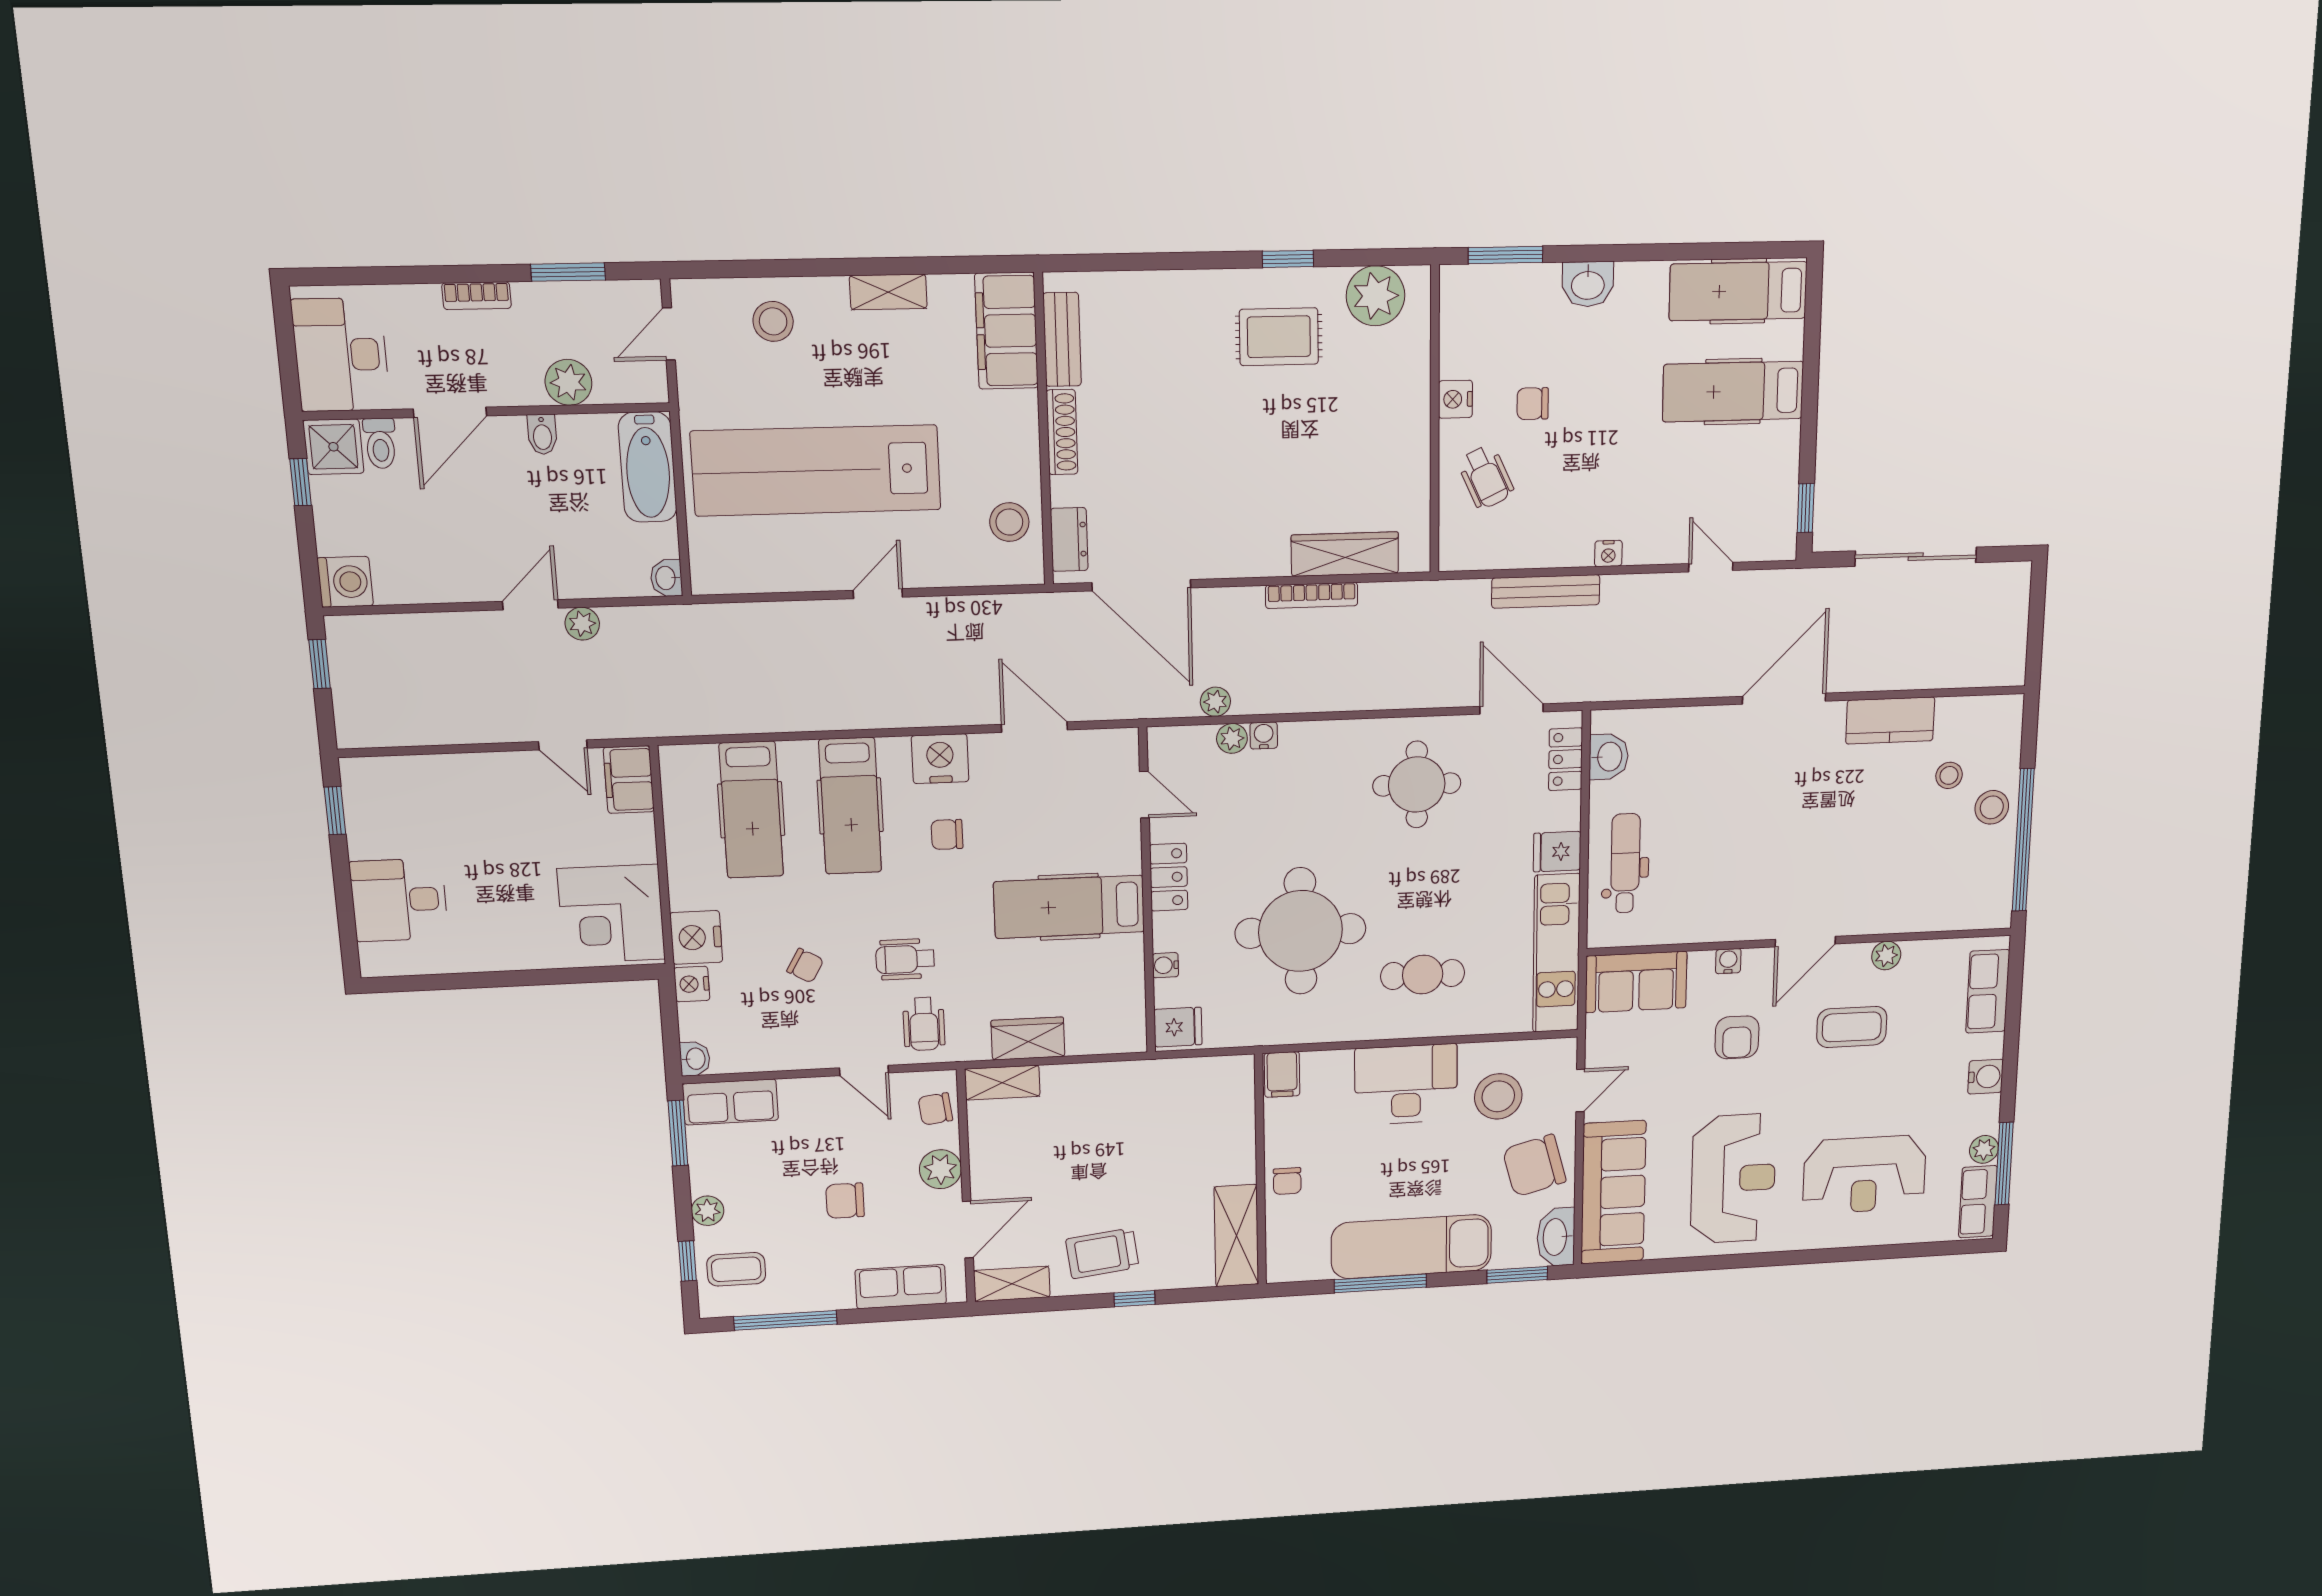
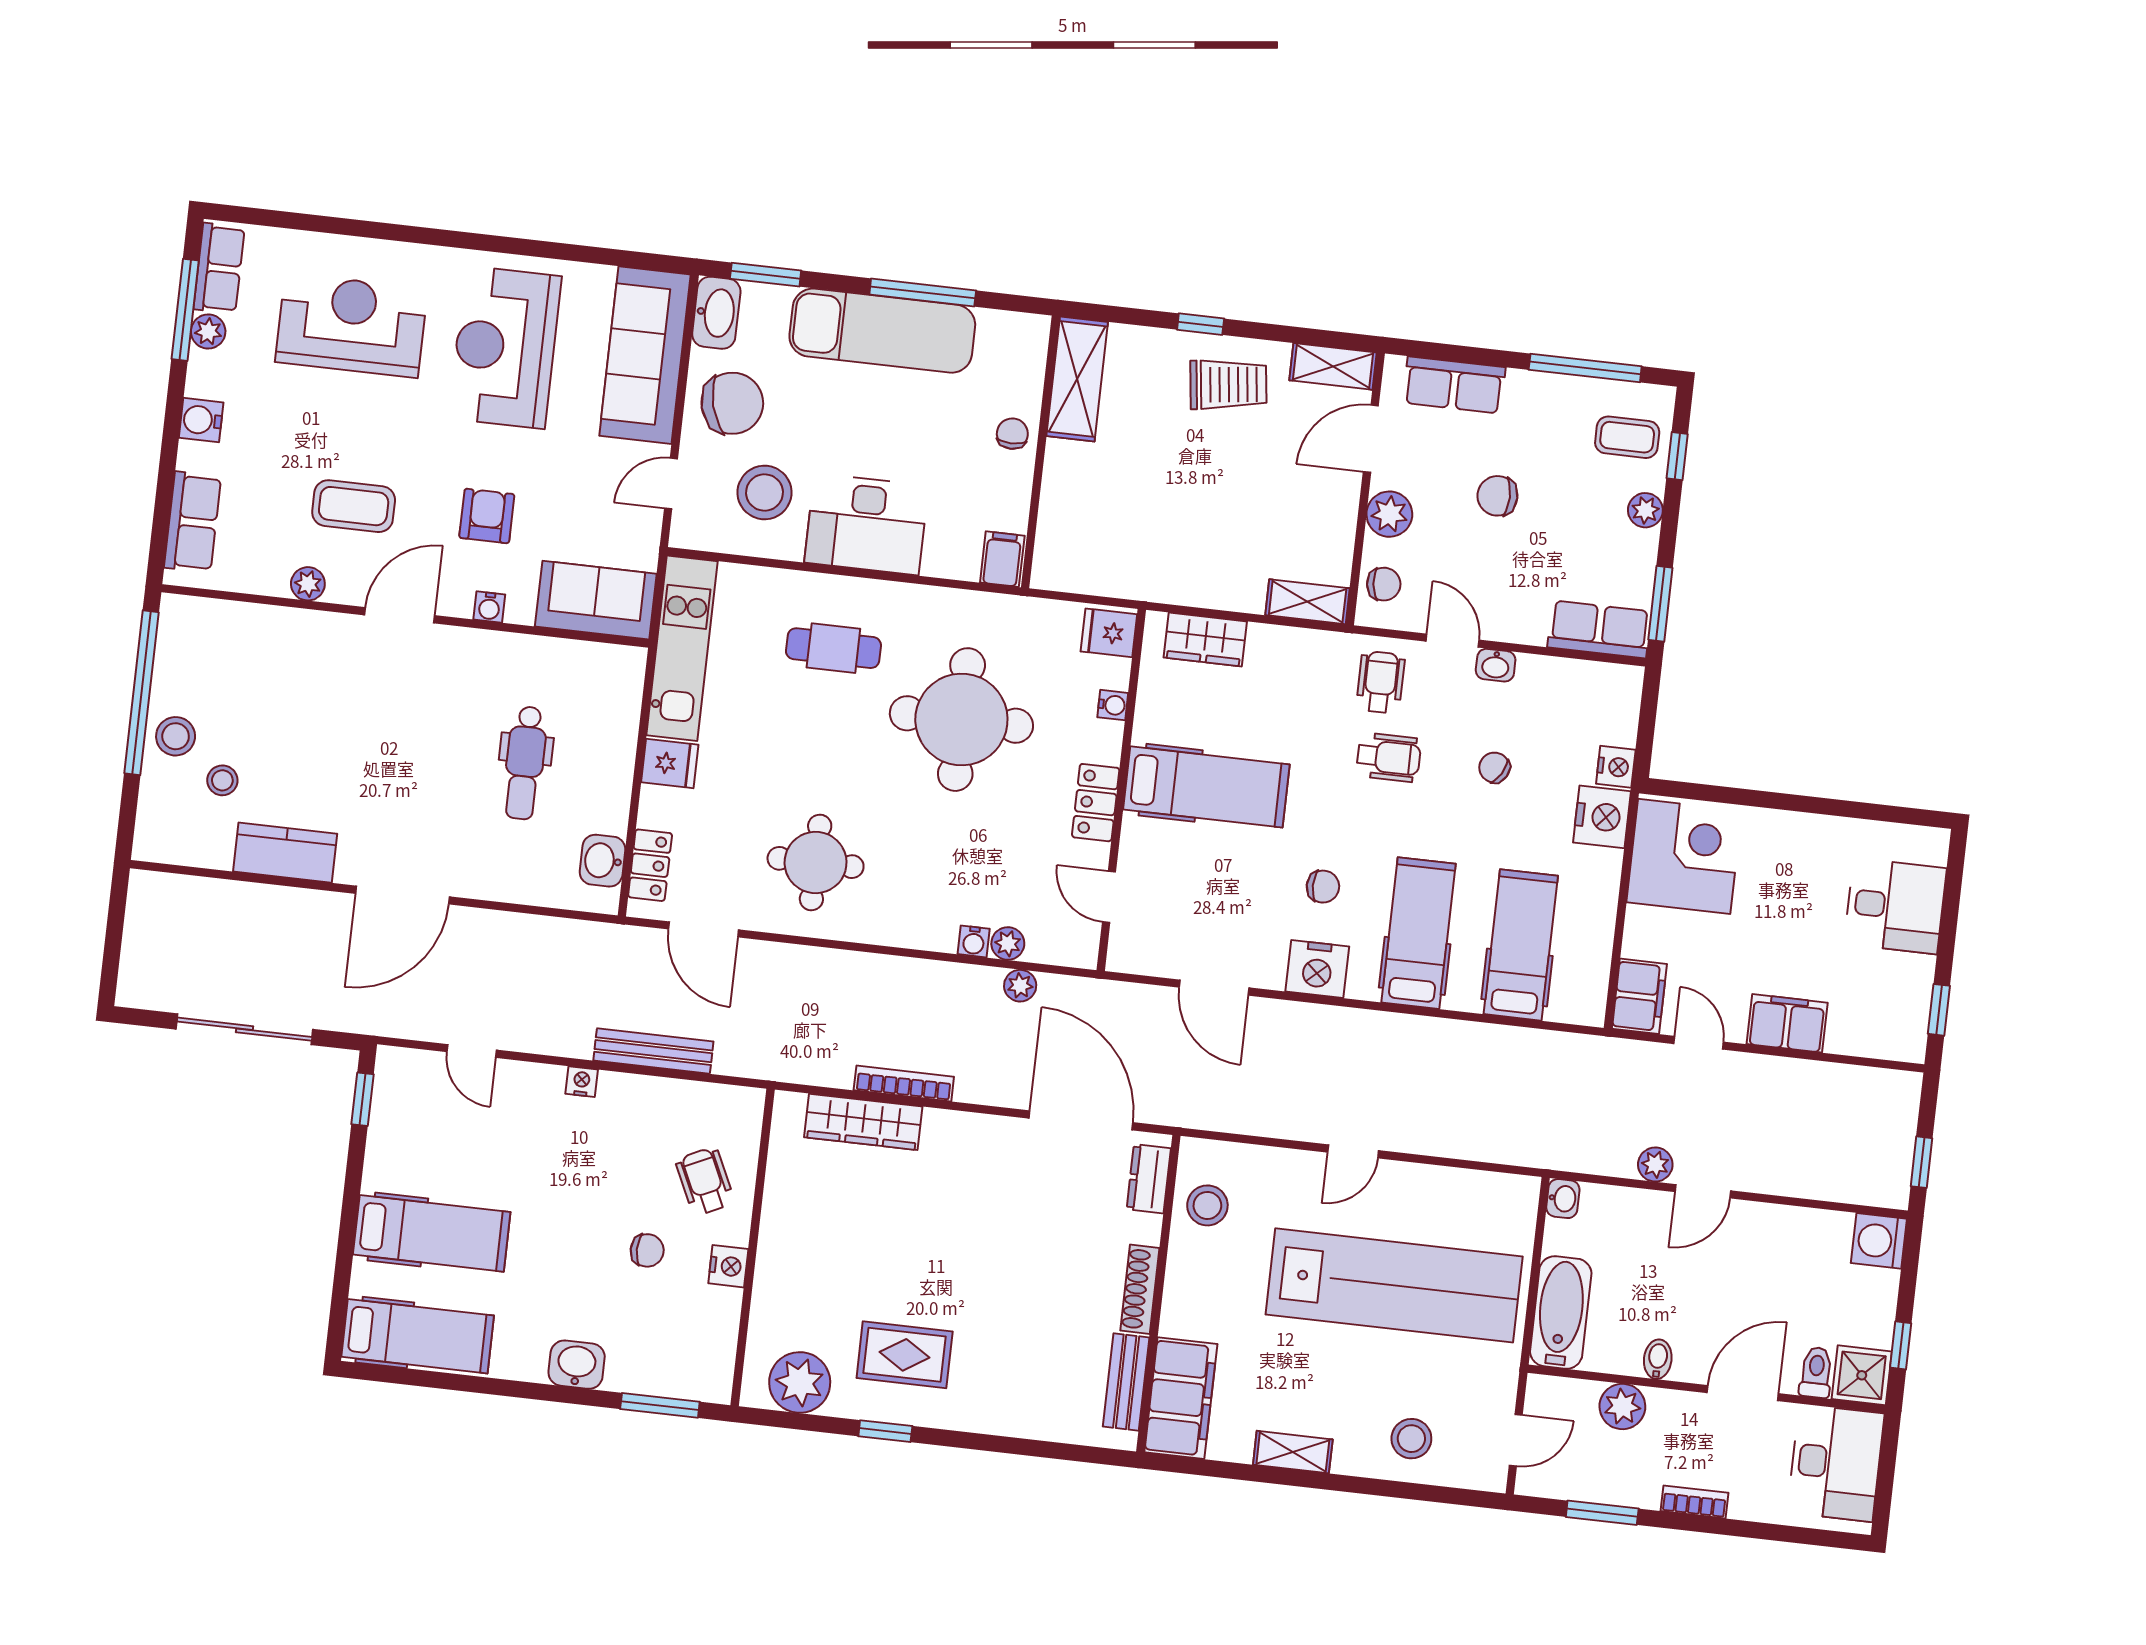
filing cabinet: (481, 776) -> (1787, 1023), added
dental chair: (1625, 863) -> (525, 763), moved
wardrobe: (1028, 1038) -> (1205, 640), moved
washbasin: (695, 1059) -> (1496, 665), moved, turned -90
chair: (845, 1201) -> (1497, 496), turned 180

